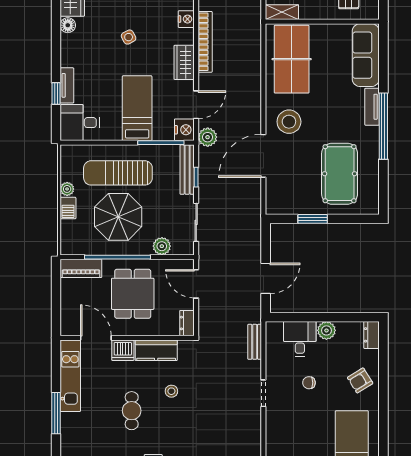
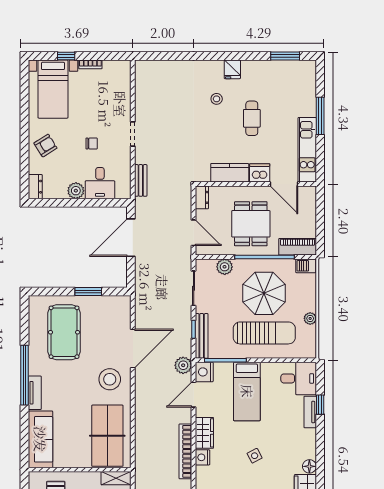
nightstand: (186, 19) -> (202, 457), moved
barbecue: (68, 208) -> (306, 266), moved, turned -90
door: (266, 278) -> (131, 238), width x1.36
stool: (171, 391) -> (217, 99), moved

